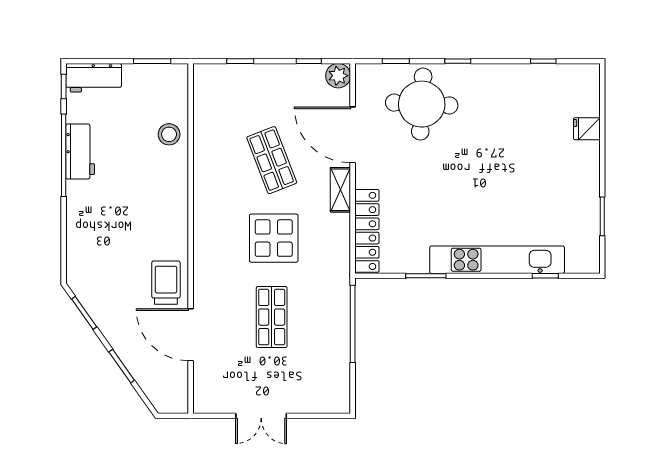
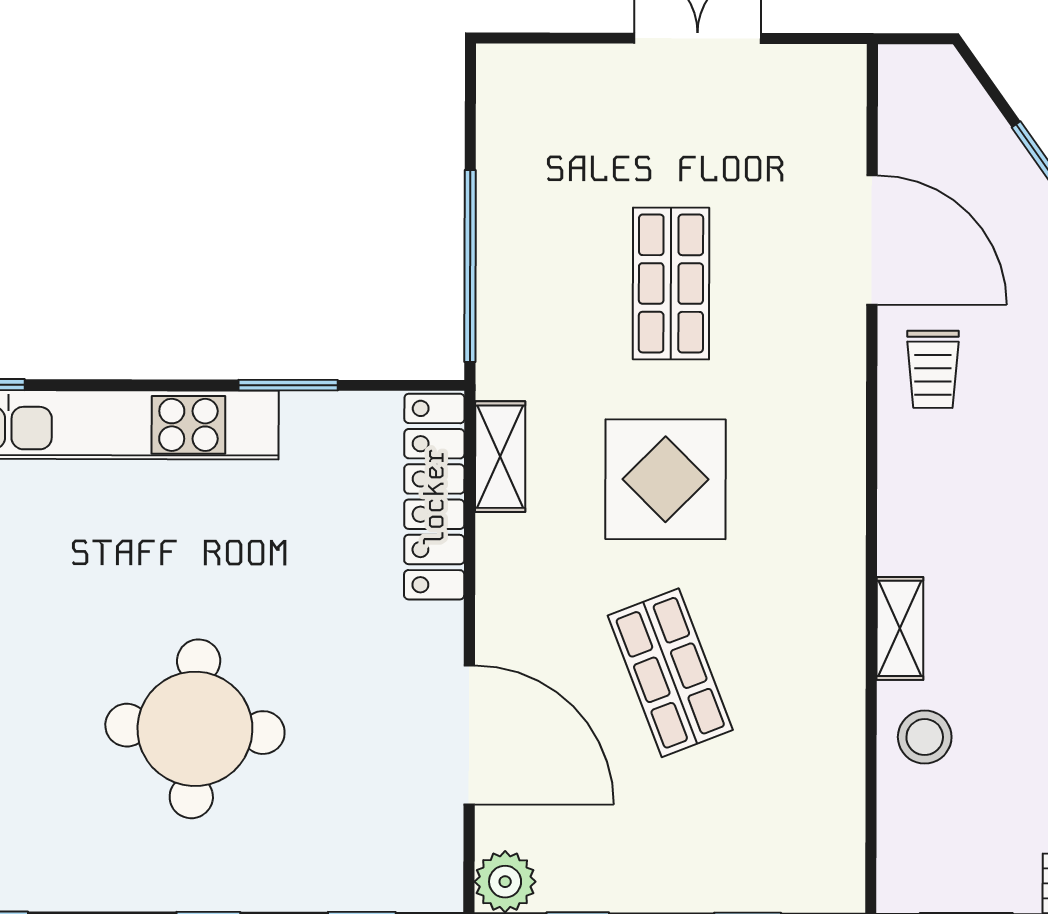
round table: (422, 104) -> (195, 729), moved
shelving: (179, 178) -> (900, 628), added
shelving: (340, 190) -> (500, 457), moved
trolley: (166, 283) -> (933, 369), width x0.73, depth x0.72

